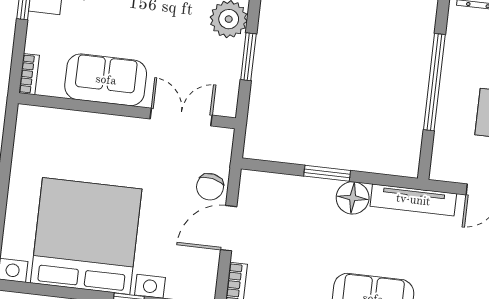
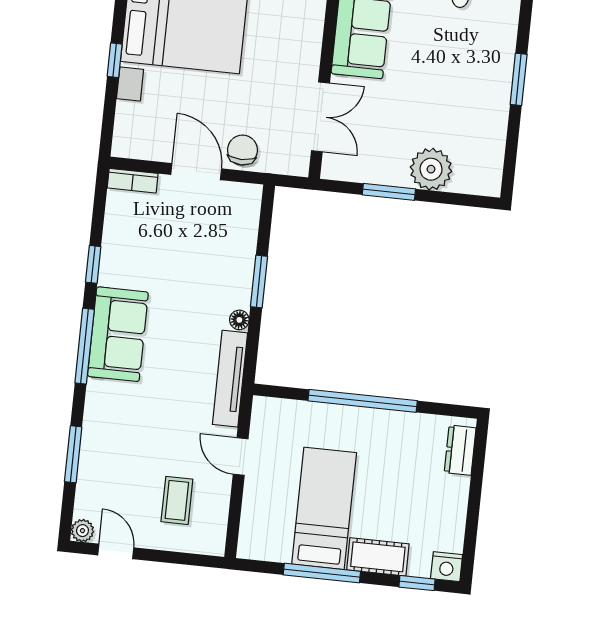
chair: (210, 187) -> (242, 150), turned 79
floor lamp: (353, 198) -> (239, 320), width x0.53, depth x0.53

